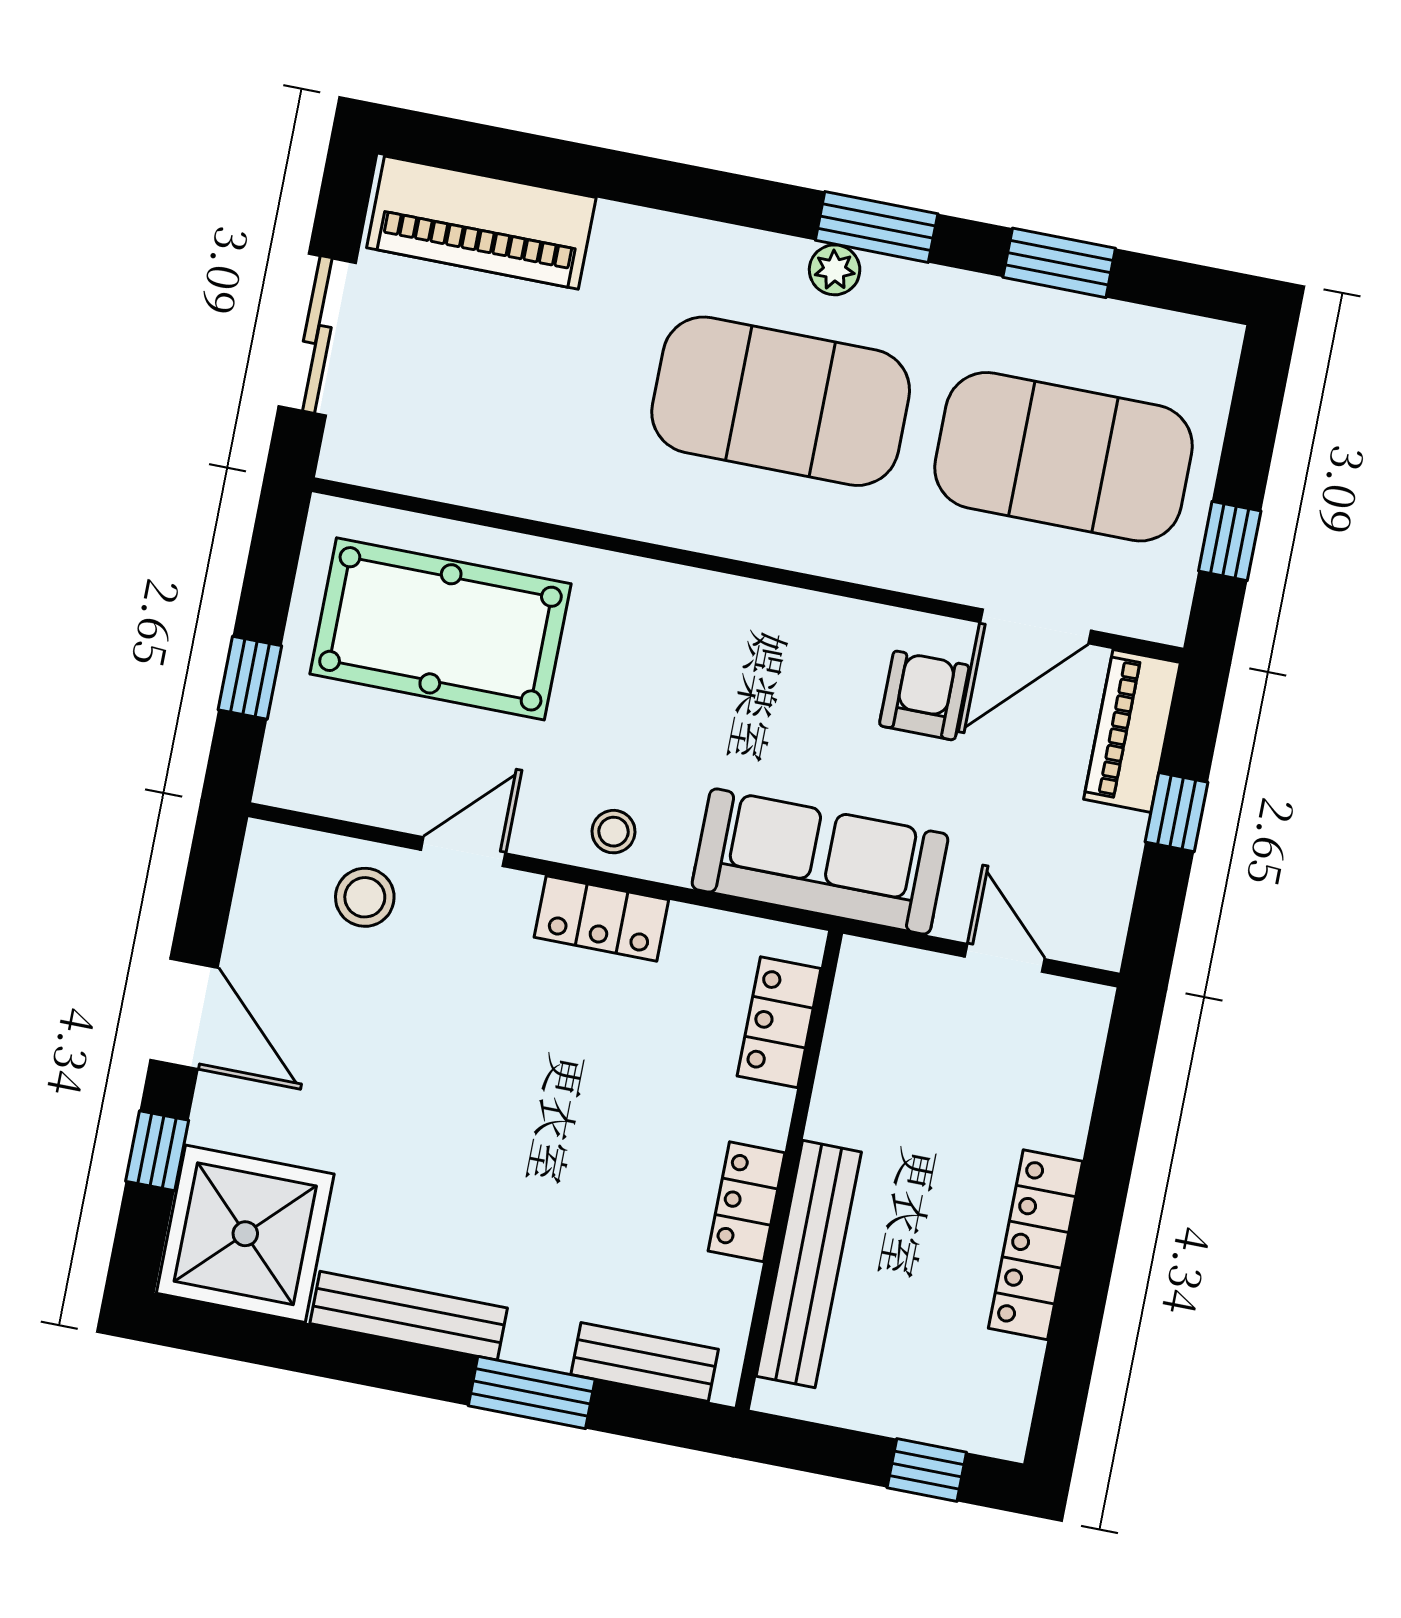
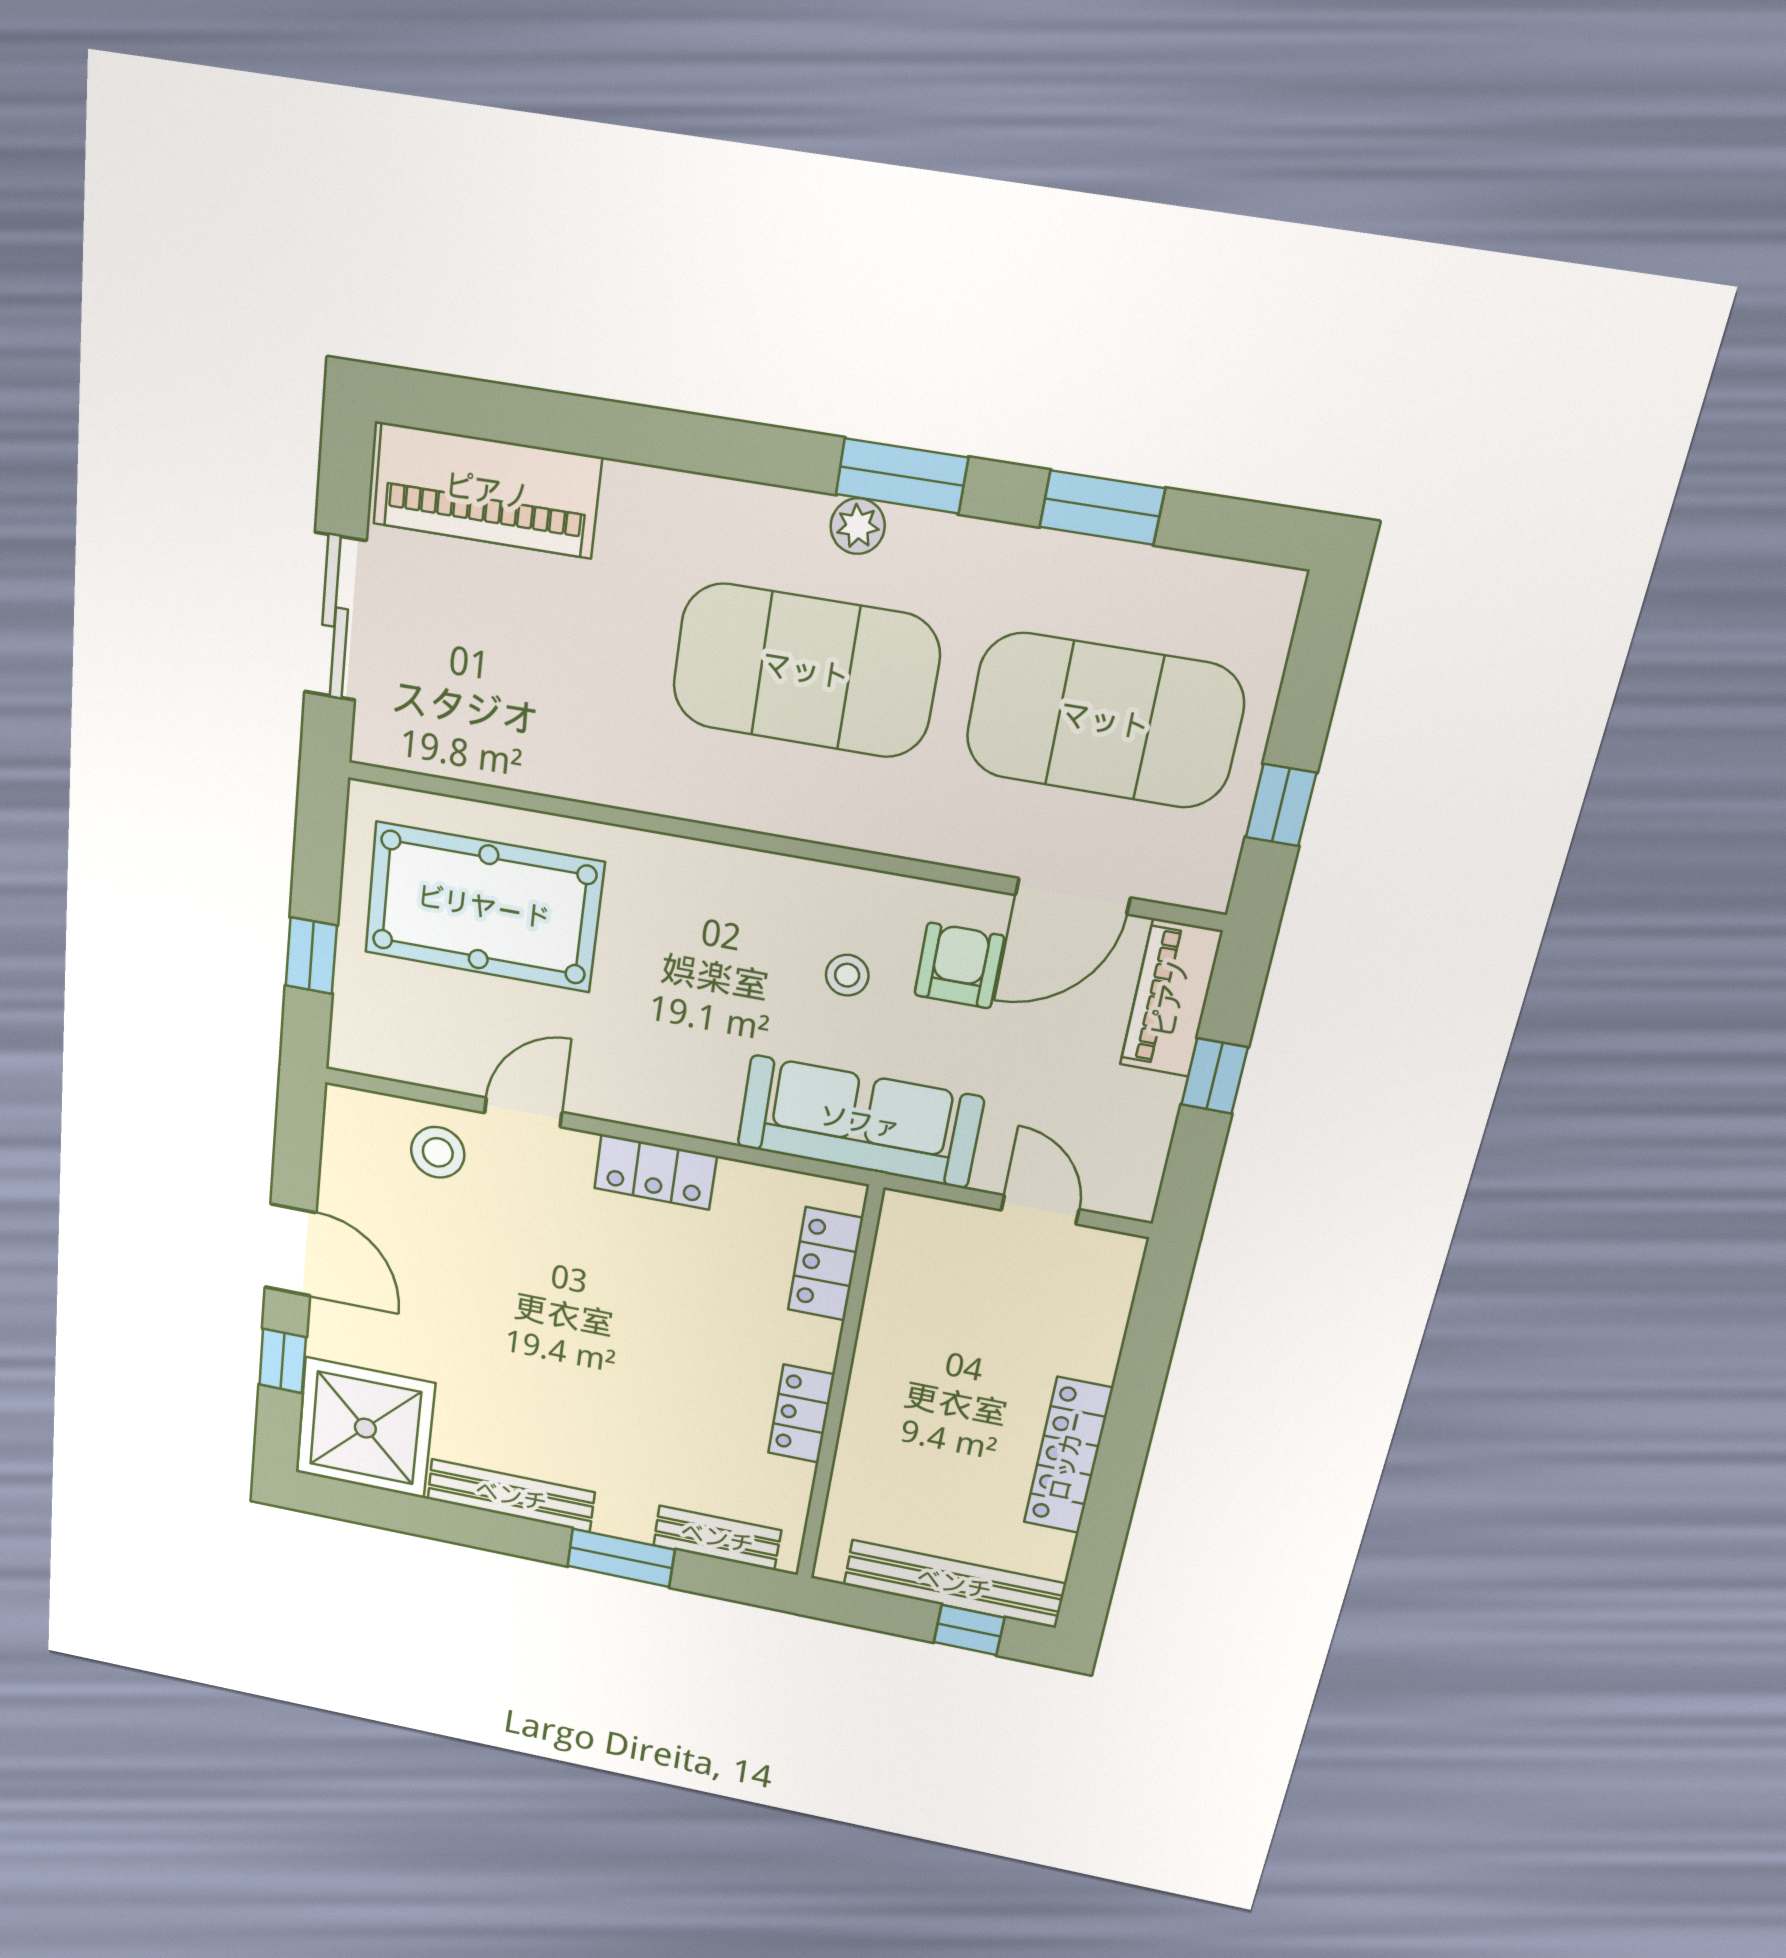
stool: (614, 832) -> (847, 975), moved
bench: (809, 1264) -> (954, 1584), moved, turned 90

